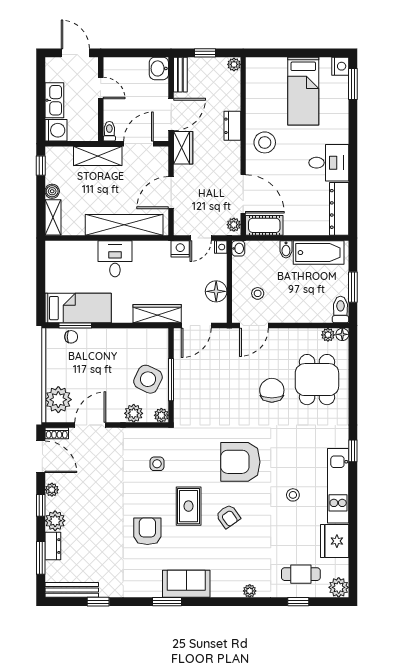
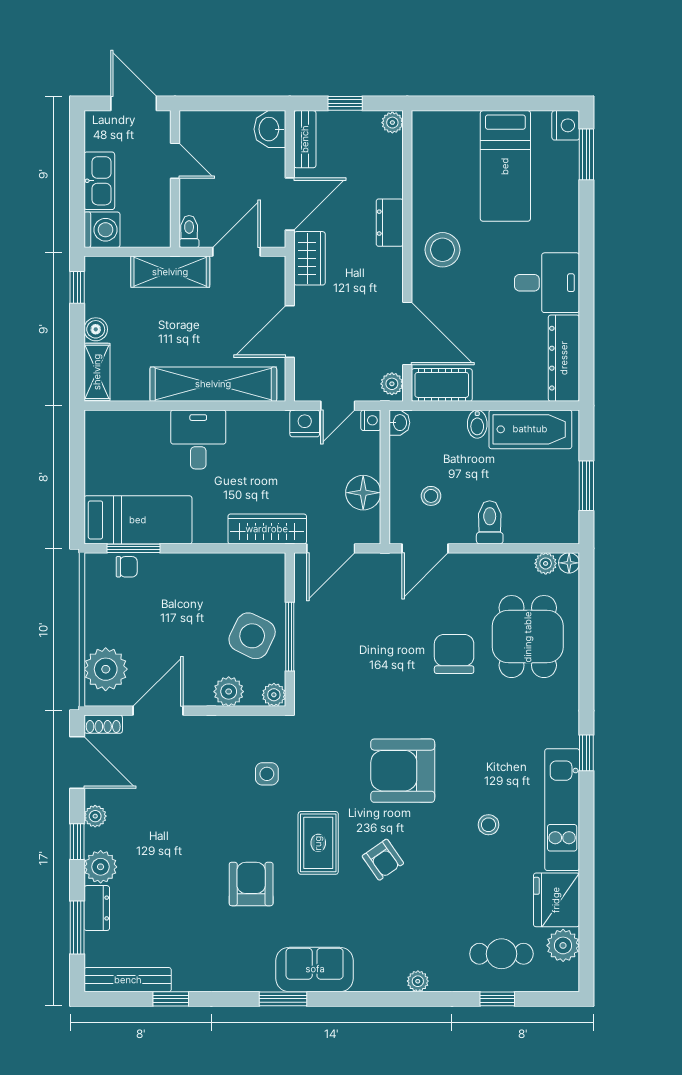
toilet: (340, 310) -> (490, 522), moved
plant: (339, 587) -> (563, 945), moved

